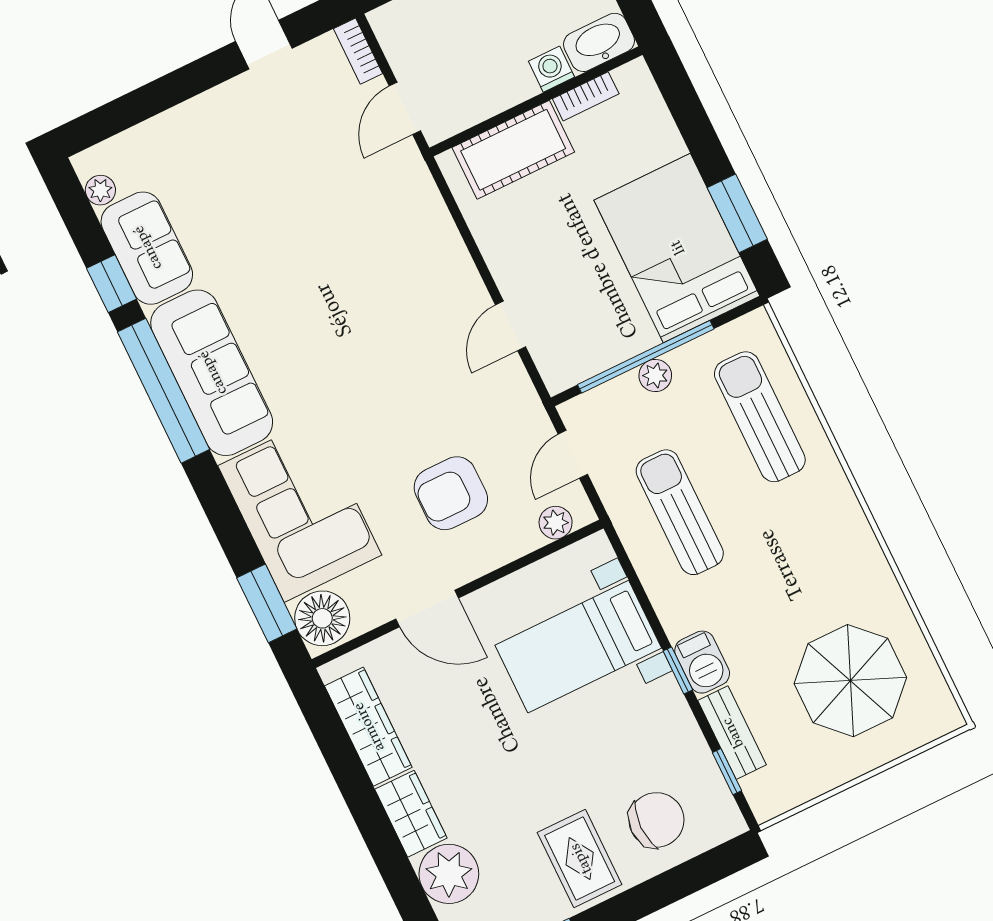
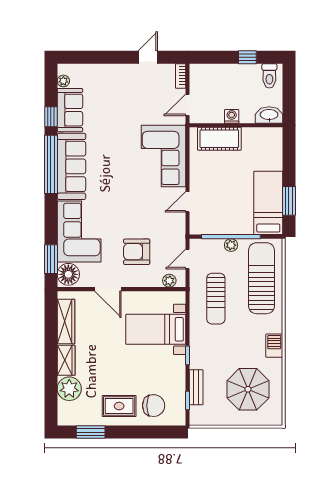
washing machine: (551, 69) -> (232, 116), moved
bookcase: (586, 96) -> (255, 132), removed
bed: (677, 248) -> (268, 203), width x0.67
corner sofa: (407, 249) -> (164, 156), added
sun lounger: (760, 417) -> (262, 278), width x1.36, depth x1.34
sun lounger: (680, 512) -> (216, 299), turned 180
barbecue: (702, 662) -> (274, 346), moved, turned 180
rug: (580, 859) -> (119, 406), turned 90

